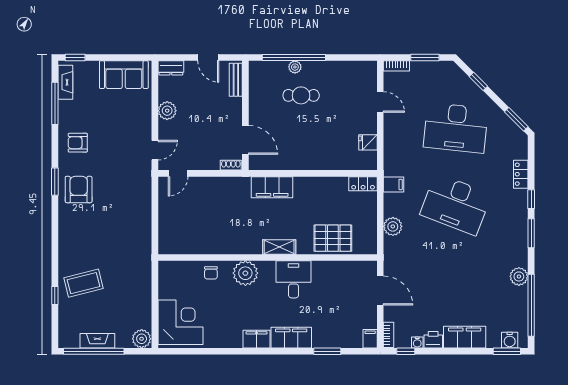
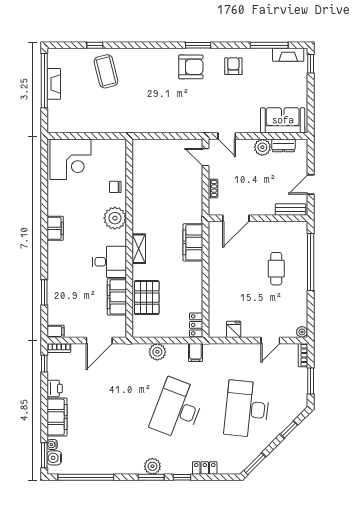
plant: (295, 67) -> (302, 332), moved
dresser: (171, 68) -> (283, 145), moved, turned -90
sofa: (124, 75) -> (283, 120), moved, turned 90
shoe rack: (231, 165) -> (213, 189), moved
plant: (519, 276) -> (152, 466), moved
filing cabinet: (291, 338) -> (117, 297), moved, turned 180
plant: (142, 339) -> (55, 124), removed
water cooler: (417, 343) -> (52, 444), moved

